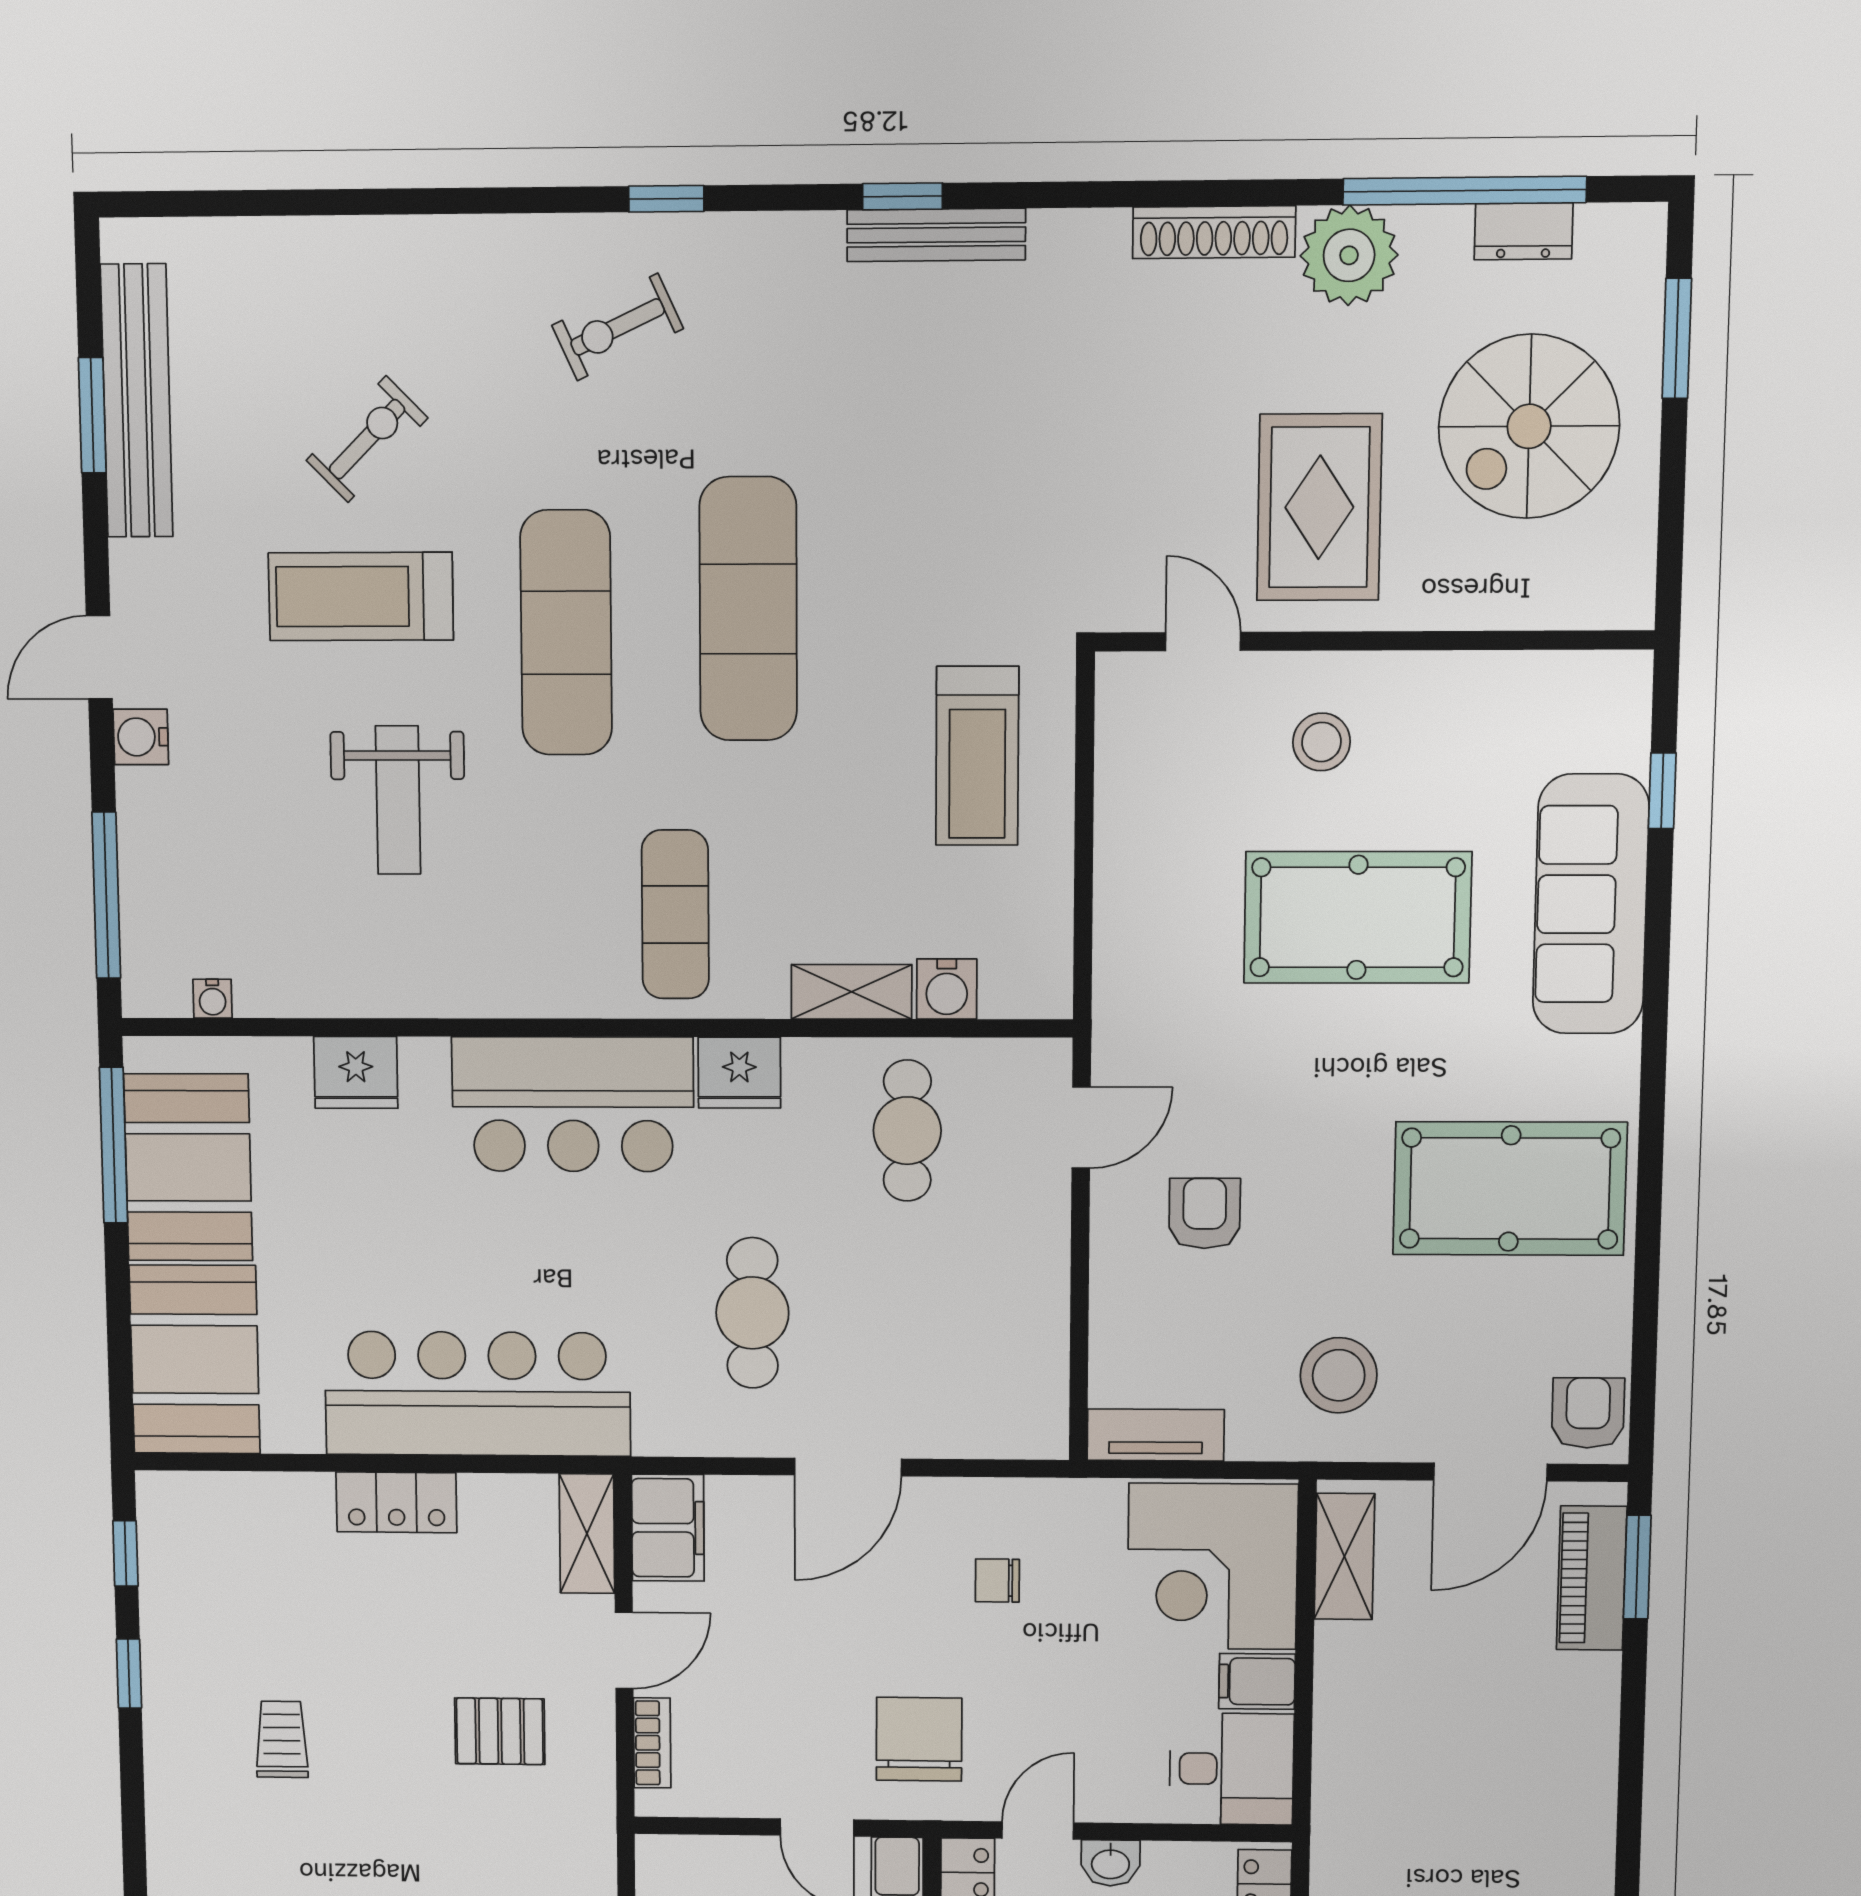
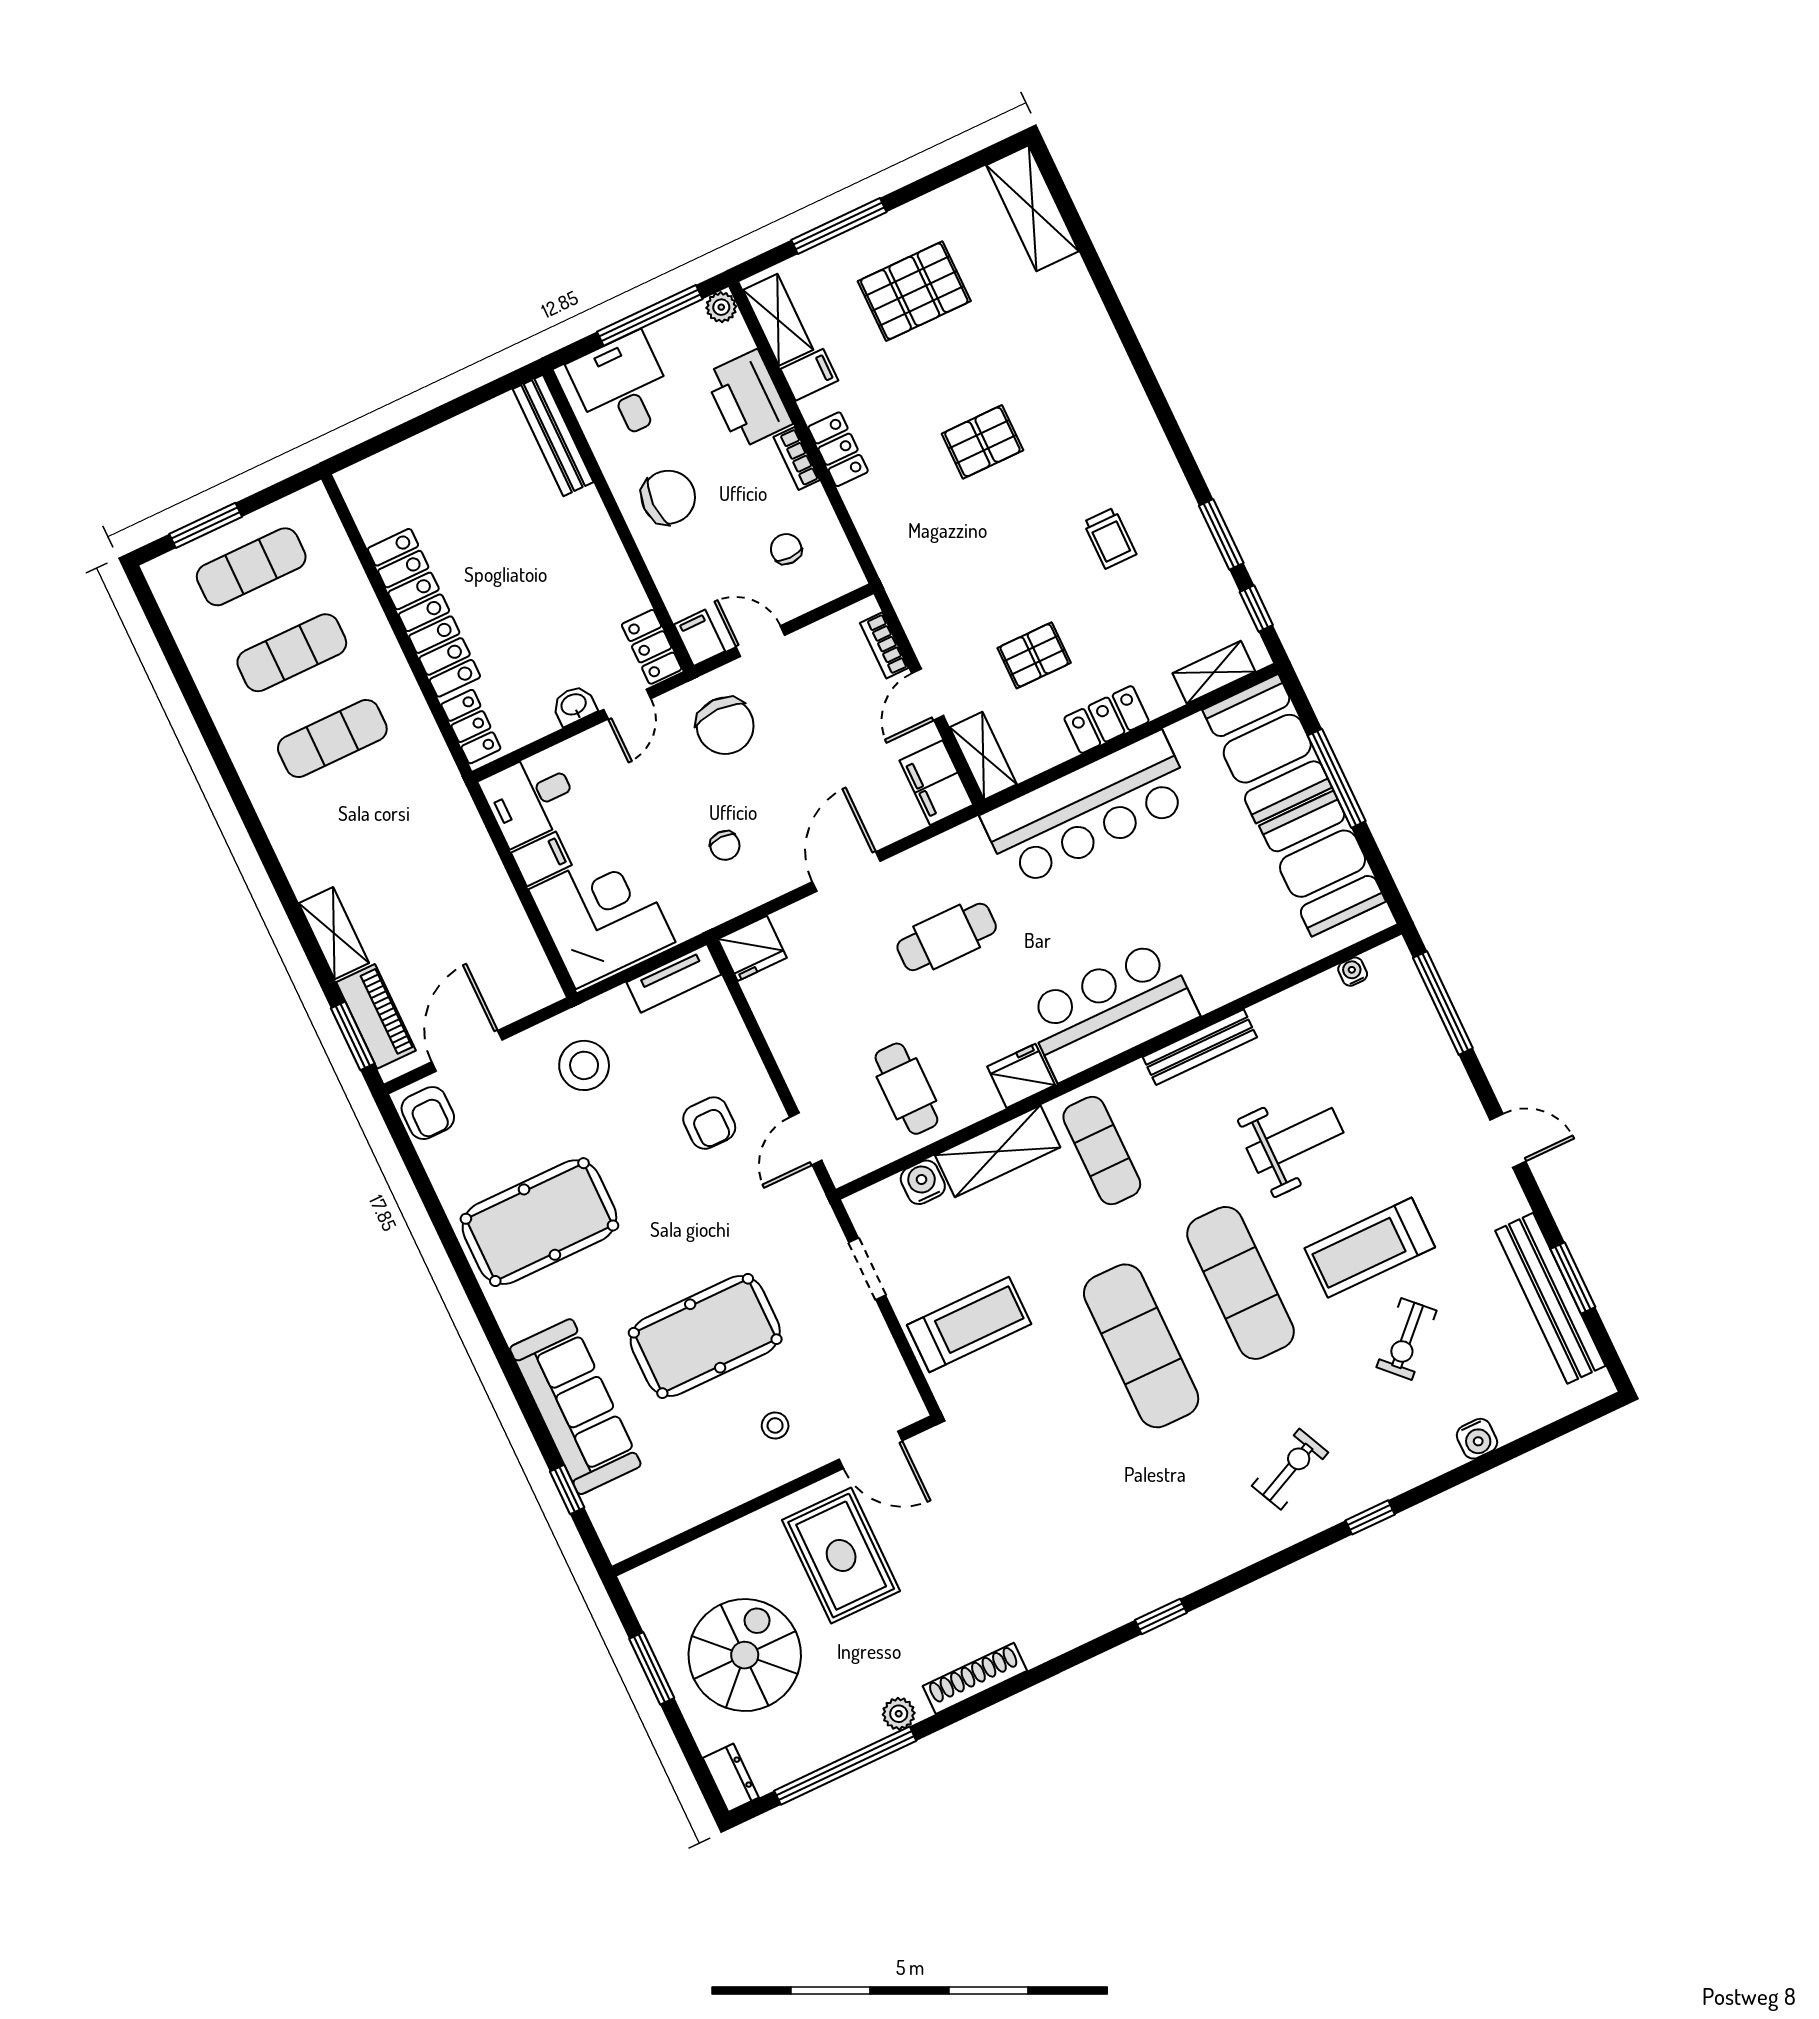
window: (666, 199) -> (1370, 1517), moved
dresser: (1524, 231) -> (731, 1778), moved, turned 90
bench: (936, 235) -> (1200, 1047), moved
plant: (1349, 255) -> (899, 1714), width x0.53, depth x0.53
window: (1677, 338) -> (652, 1668), moved
treadmill: (361, 596) -> (1370, 1248), turned 180
door: (1203, 642) -> (871, 1450), width x1.38
door: (99, 657) -> (1508, 1141), hinge flipped
water cooler: (141, 737) -> (1477, 1439), moved, turned 90
stool: (1321, 742) -> (775, 1425), width x0.73, depth x0.73
treadmill: (977, 756) -> (969, 1325), turned 90
weight bench: (398, 800) -> (1295, 1140), turned 90
doorway: (1083, 904) -> (867, 1269), added
shelving: (852, 992) -> (998, 1151), width x1.50, depth x1.33
fridge: (356, 1072) -> (752, 948), moved, turned 180
window: (114, 1145) -> (1337, 778), moved
cafe table: (752, 1313) -> (947, 937), turned 90
shelving: (221, 1496) -> (1214, 672), added
shelving: (1344, 1556) -> (334, 933), moved
chair: (997, 1581) -> (725, 846), turned 90
window: (129, 1674) -> (1221, 534), width x1.50
pallet: (500, 1731) -> (1034, 655), moved

